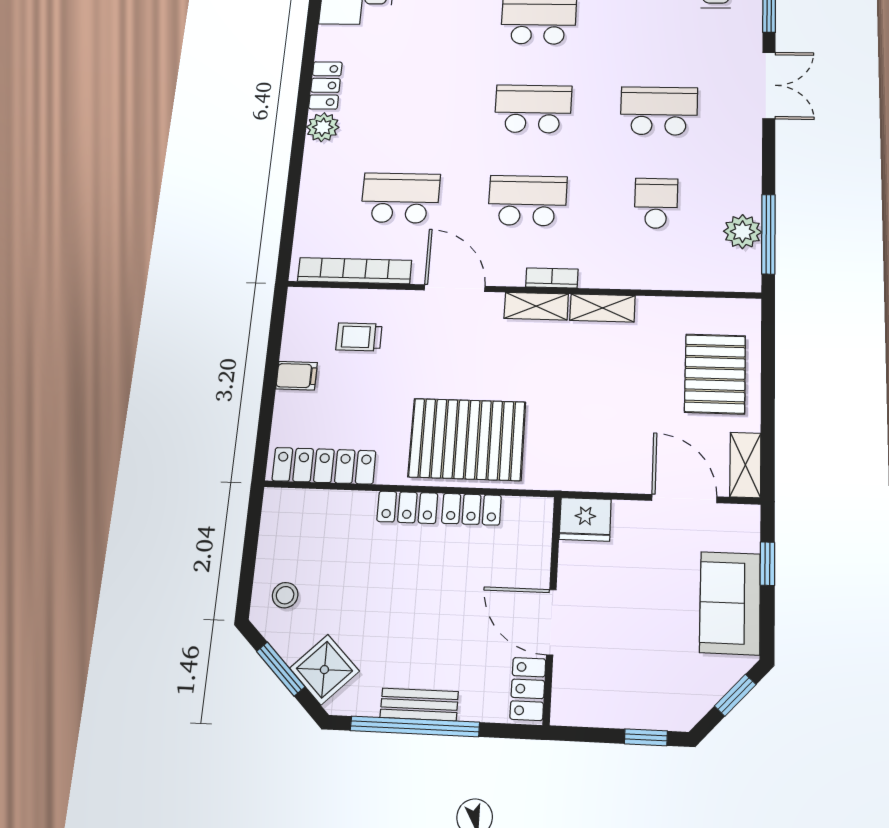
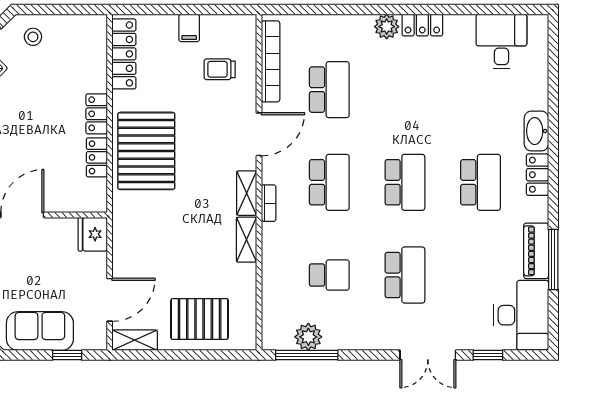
trolley: (359, 337) -> (220, 69), turned -90

